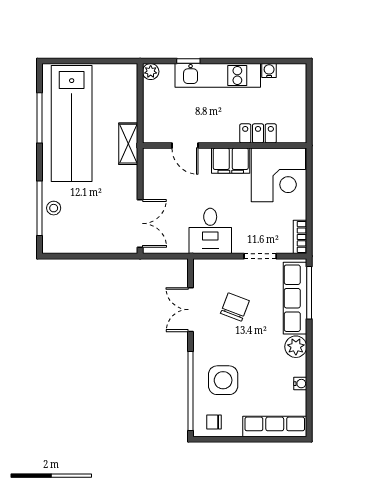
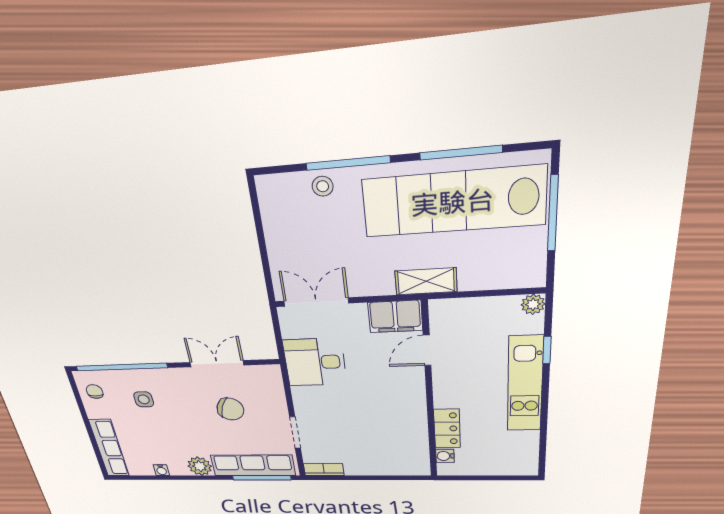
window: (85, 61) -> (553, 214), added
water cooler: (269, 71) -> (445, 456), moved, turned 180
filing cabinet: (231, 161) -> (395, 316), moved, turned -90
corner desk: (278, 175) -> (396, 449), removed
window: (40, 208) -> (348, 163), moved
double door: (140, 223) -> (316, 302), swing flipped
desk: (210, 231) -> (315, 362), moved
side table: (223, 380) -> (144, 399), width x0.54, depth x0.54

